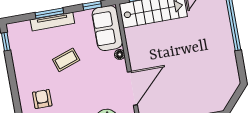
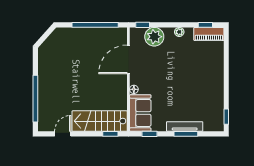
coffee table: (66, 60) -> (179, 93), removed
armchair: (42, 99) -> (205, 64), removed

